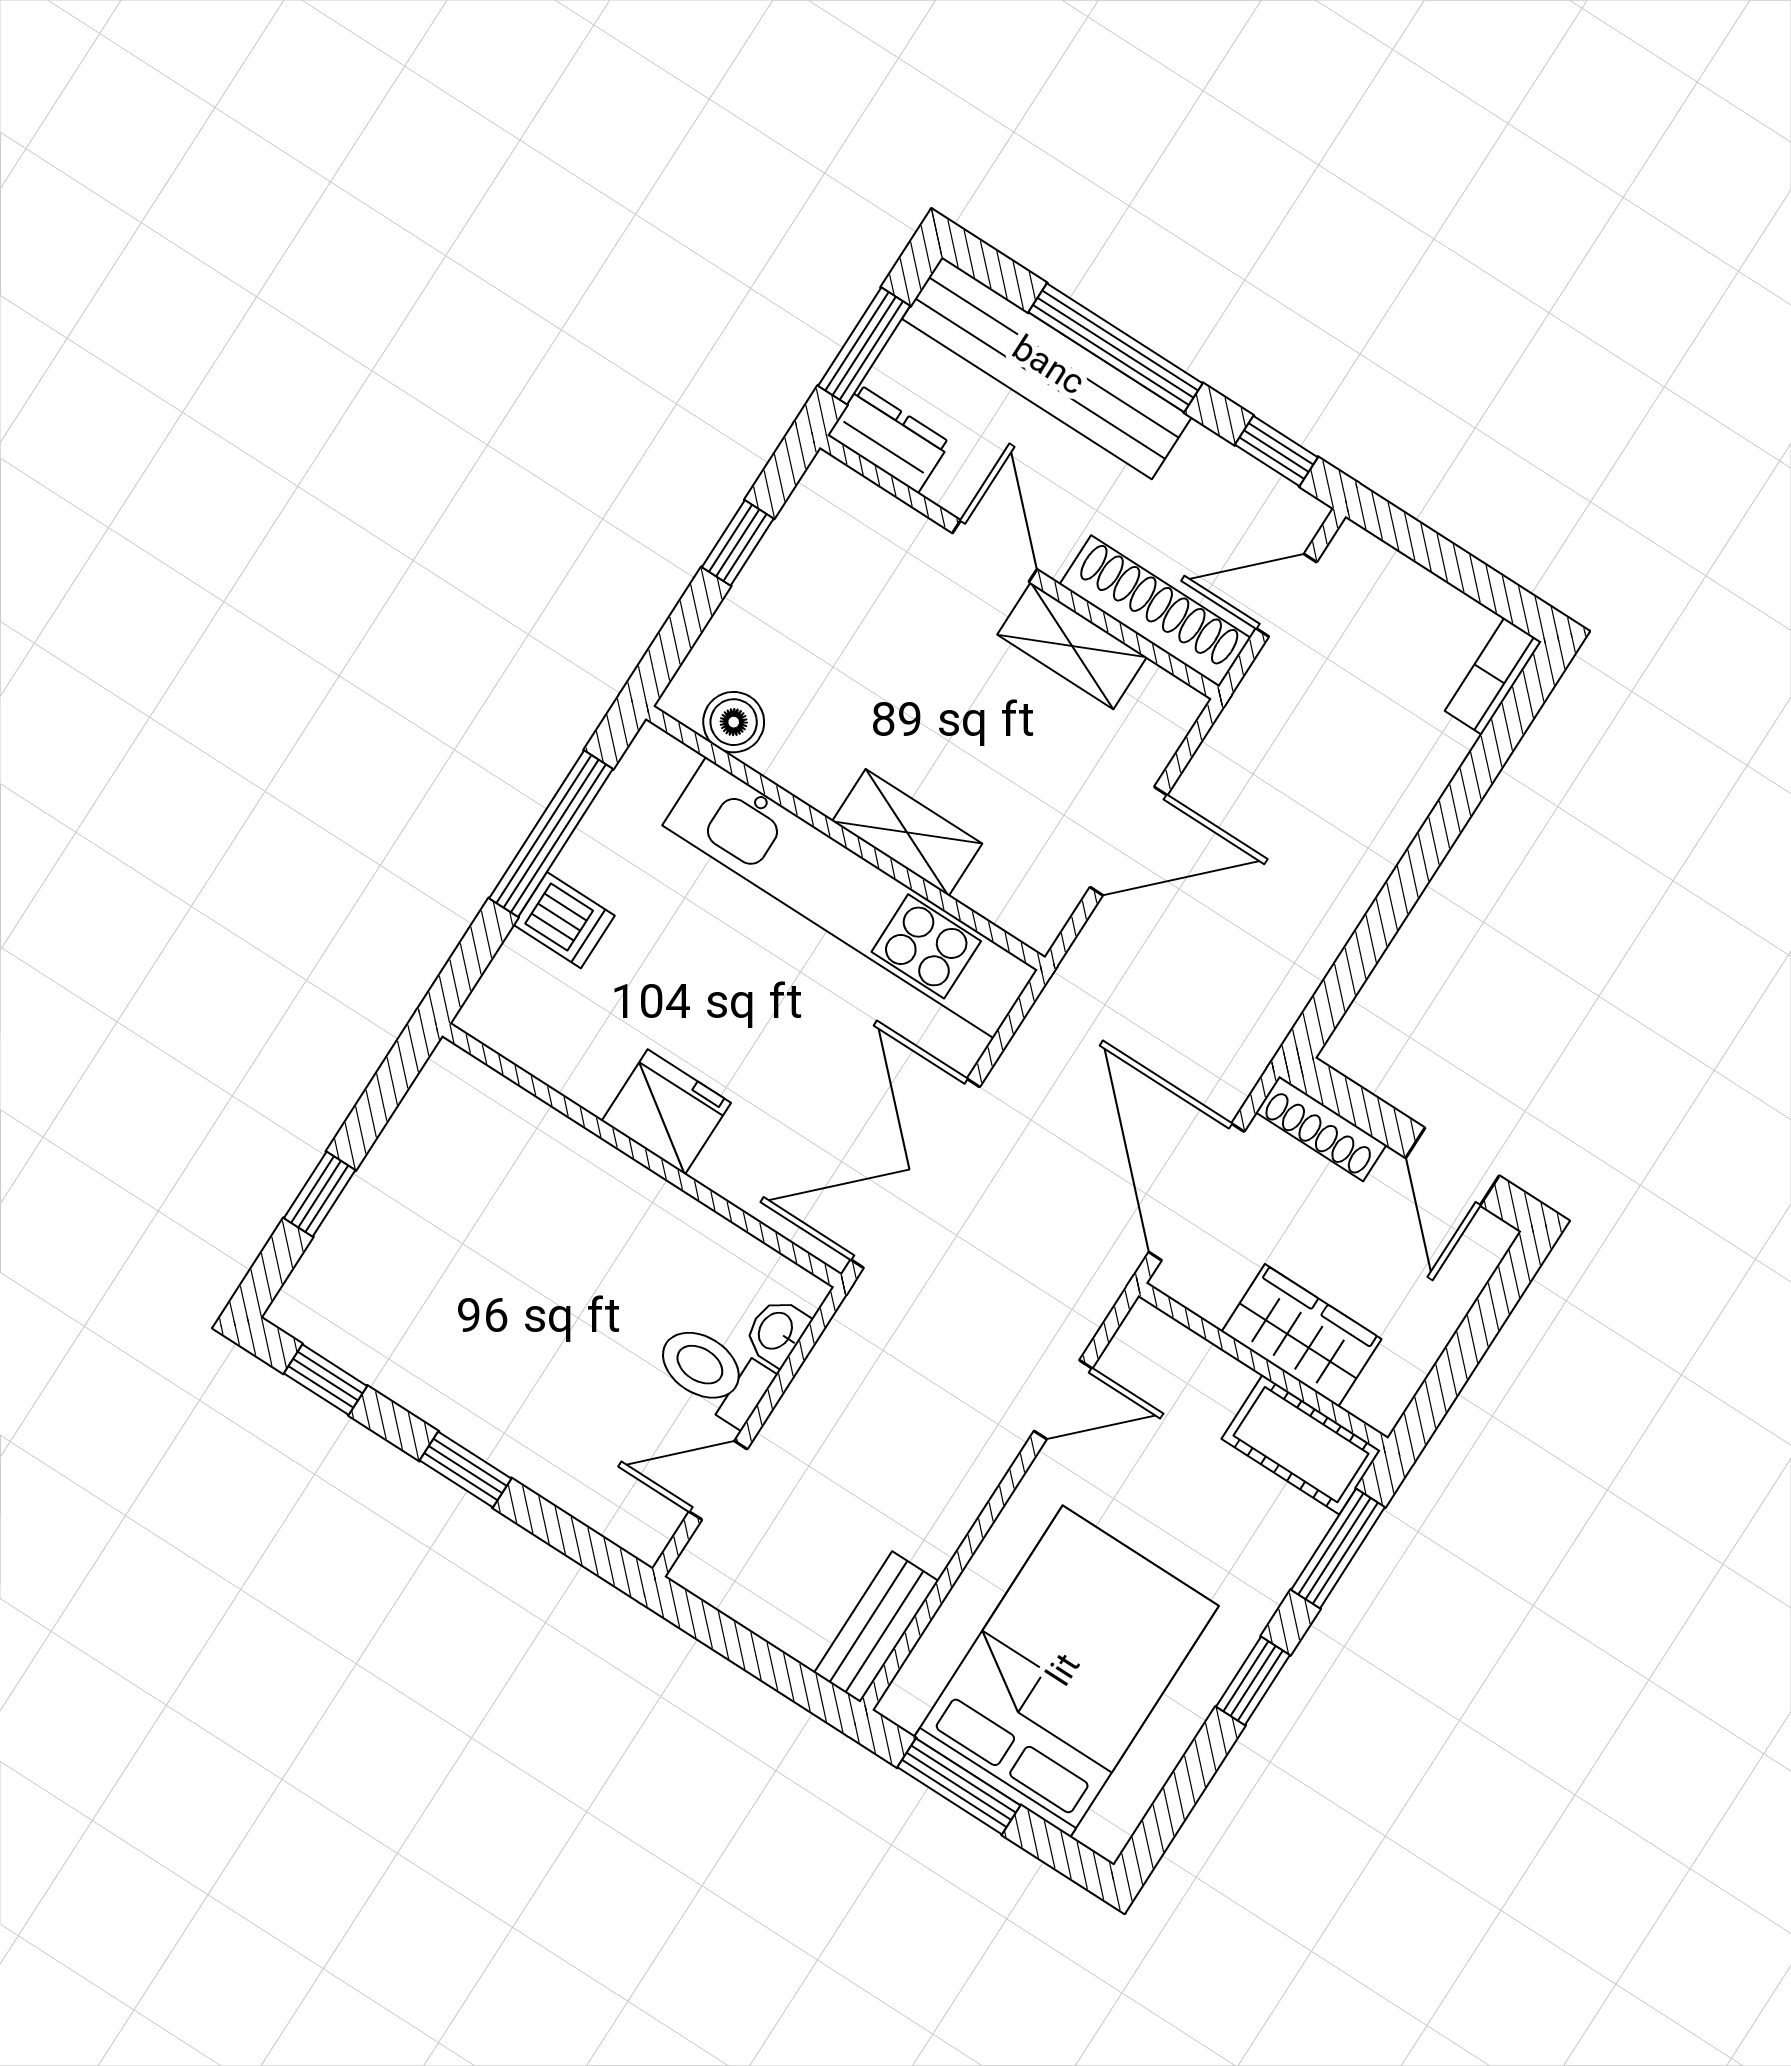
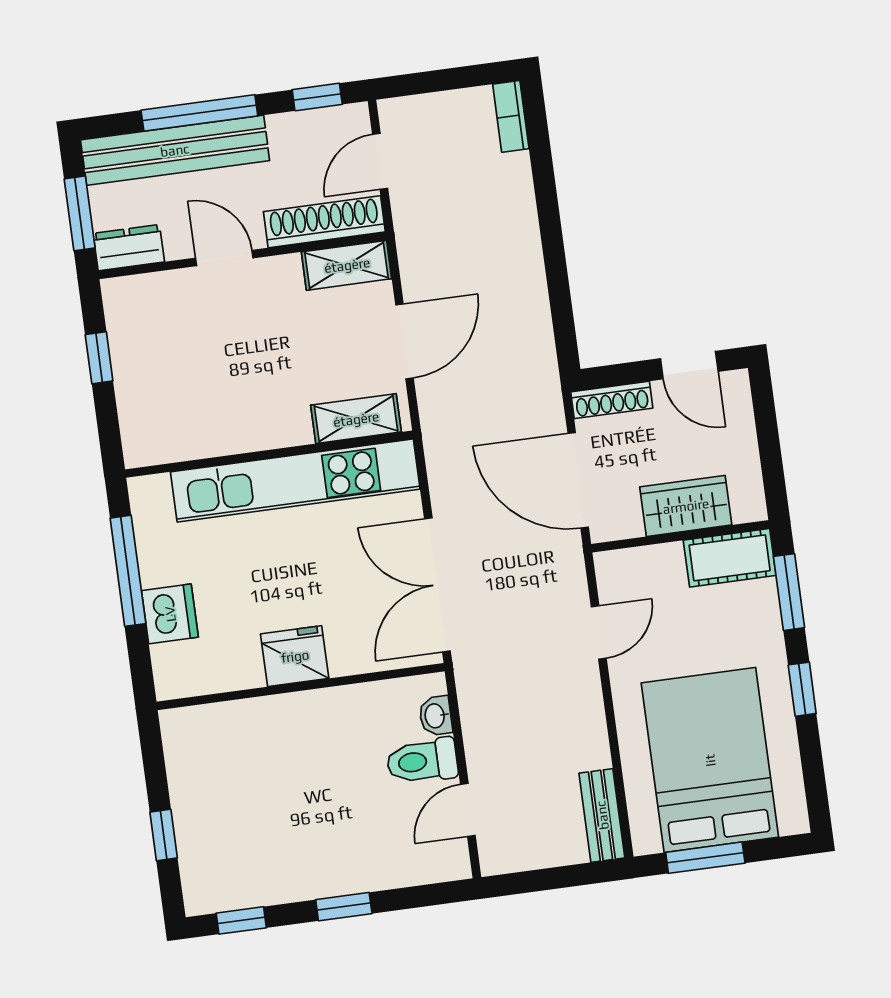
shelving: (1072, 646) -> (347, 265), moved
boiler: (734, 722) -> (169, 444), removed
shelving: (907, 832) -> (356, 419), moved
dishwasher: (564, 920) -> (170, 614), width x1.38

